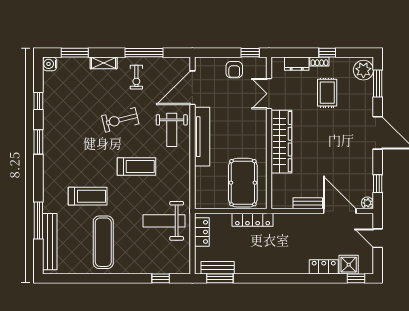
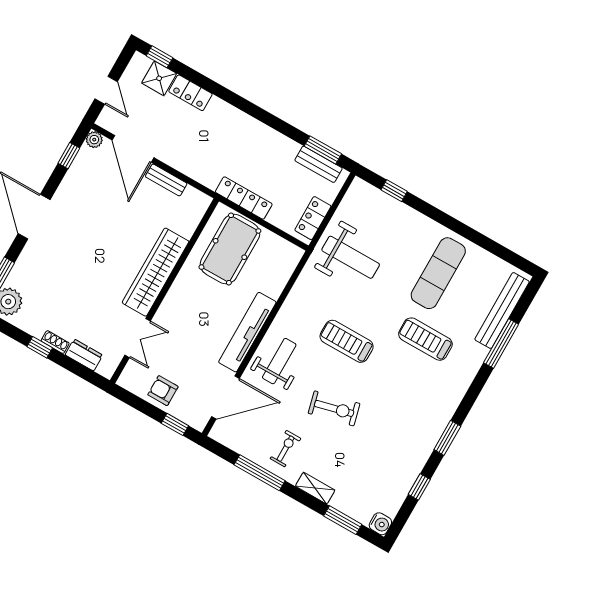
window: (250, 53) -> (175, 424), moved
armchair: (234, 70) -> (163, 391), turned -90
rug: (327, 93) -> (67, 299), removed

